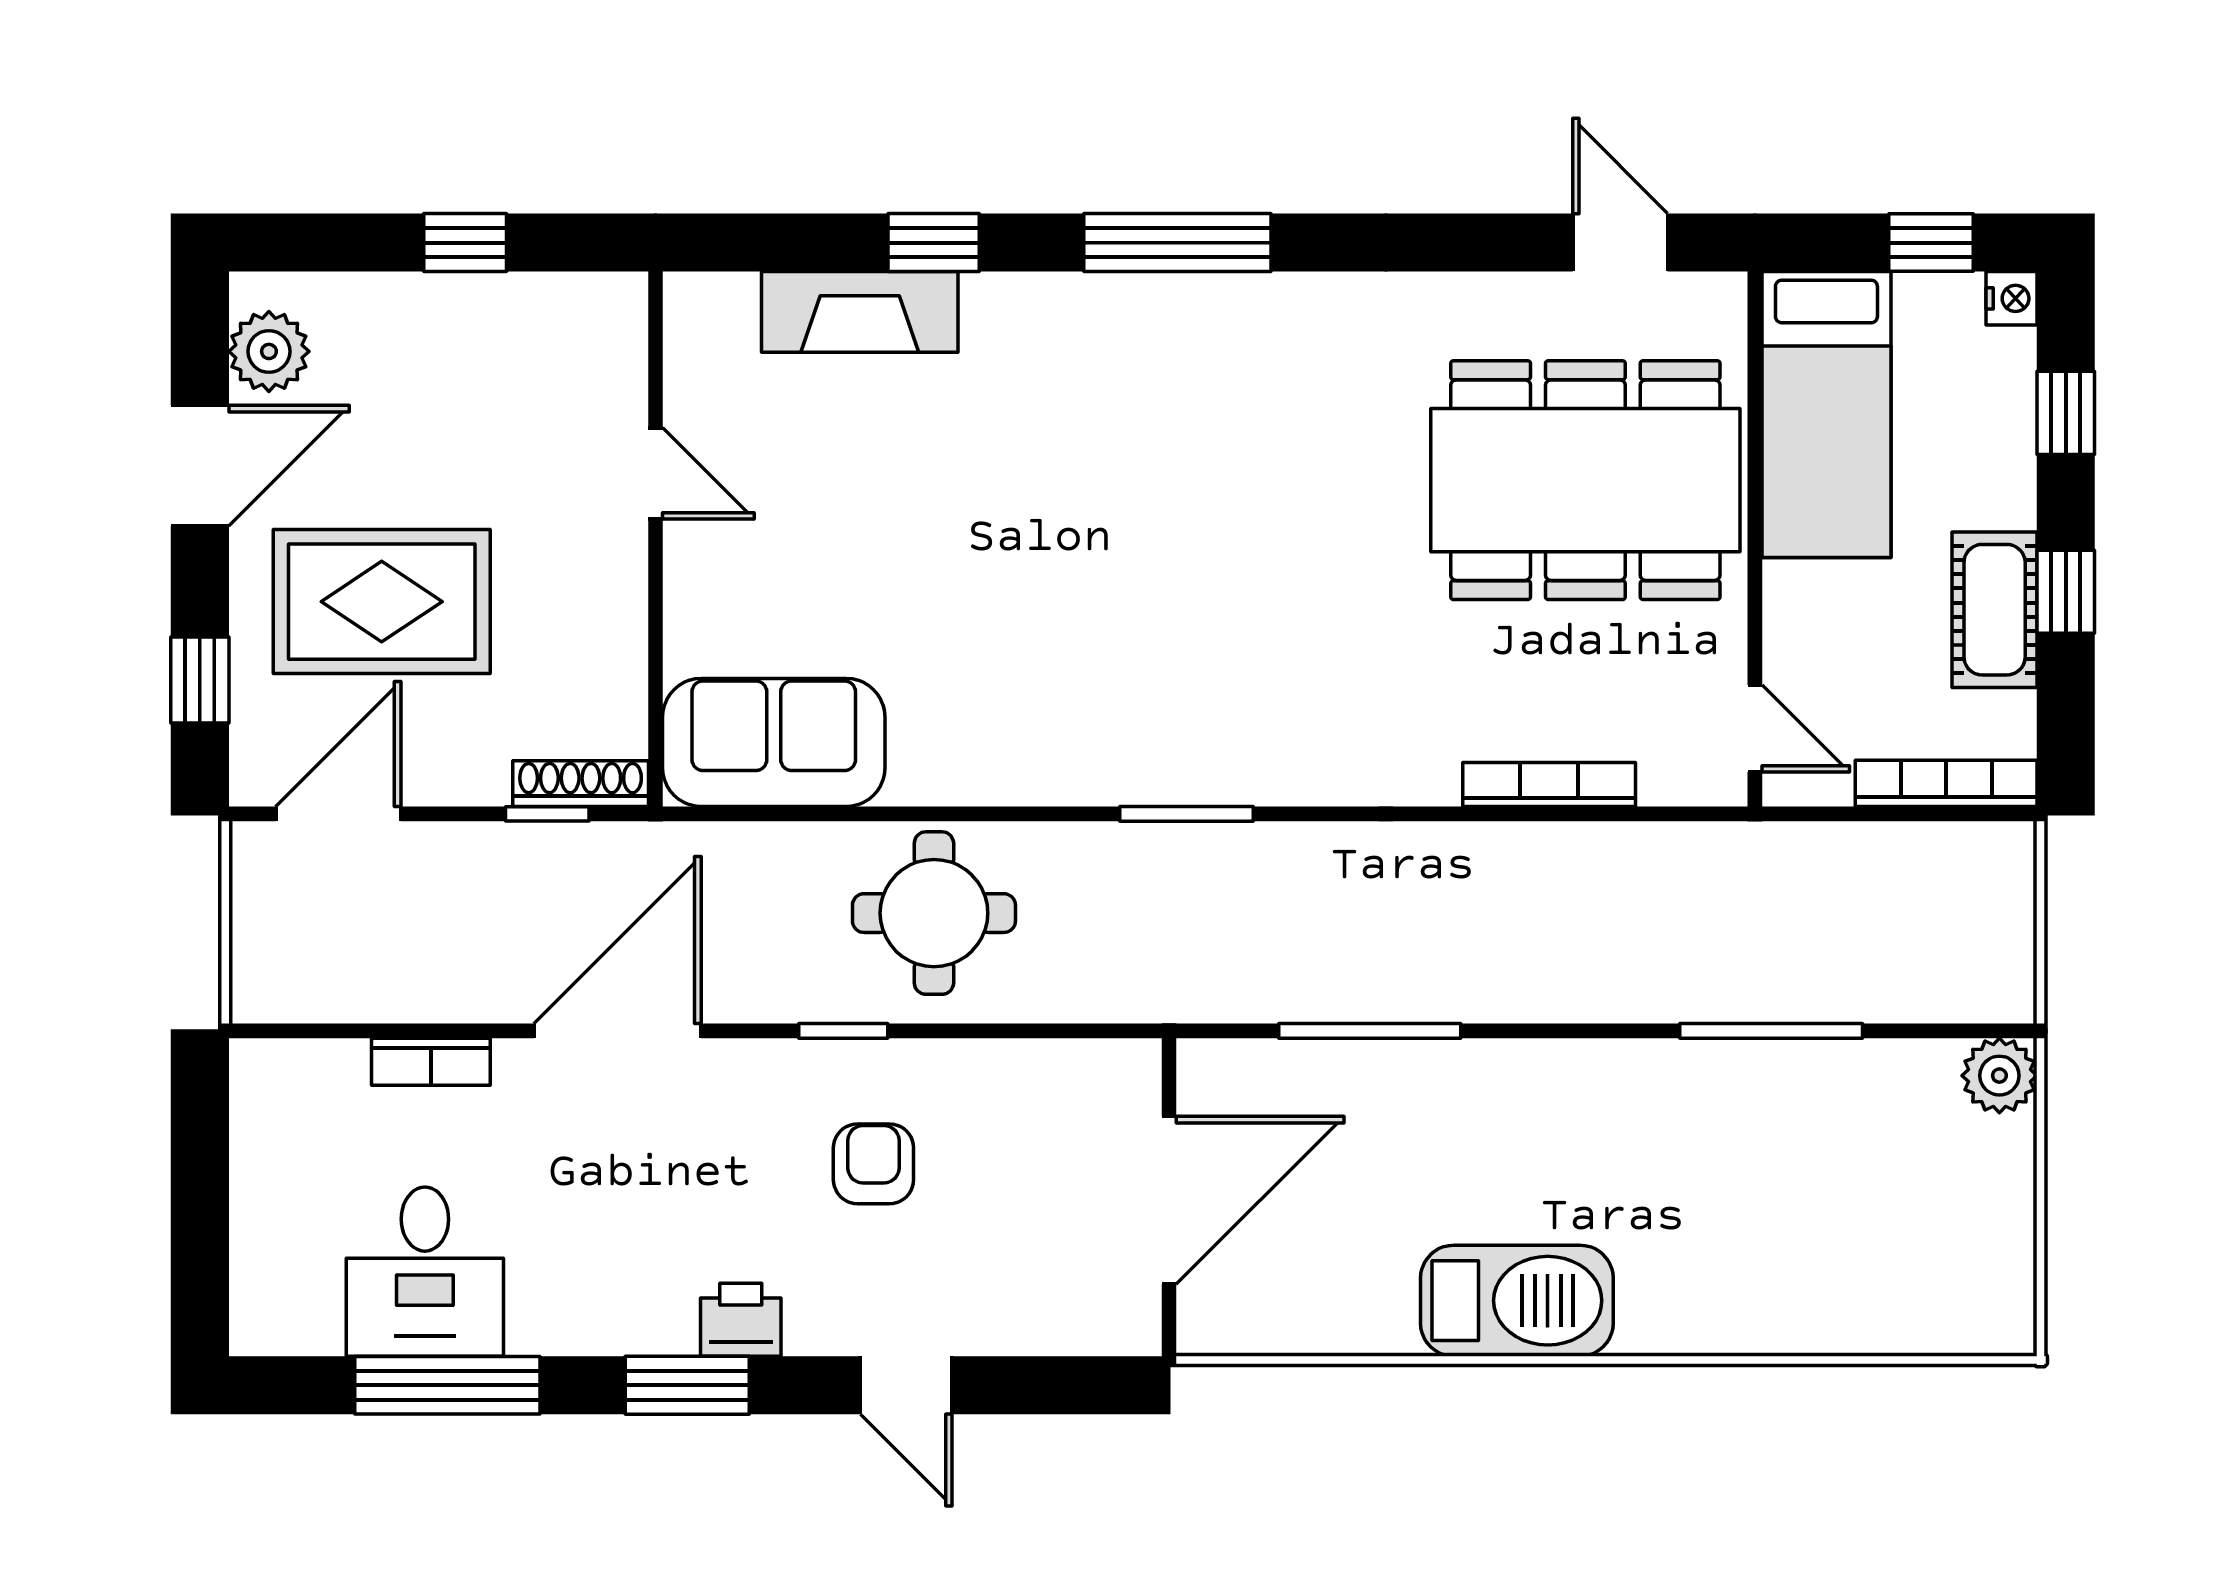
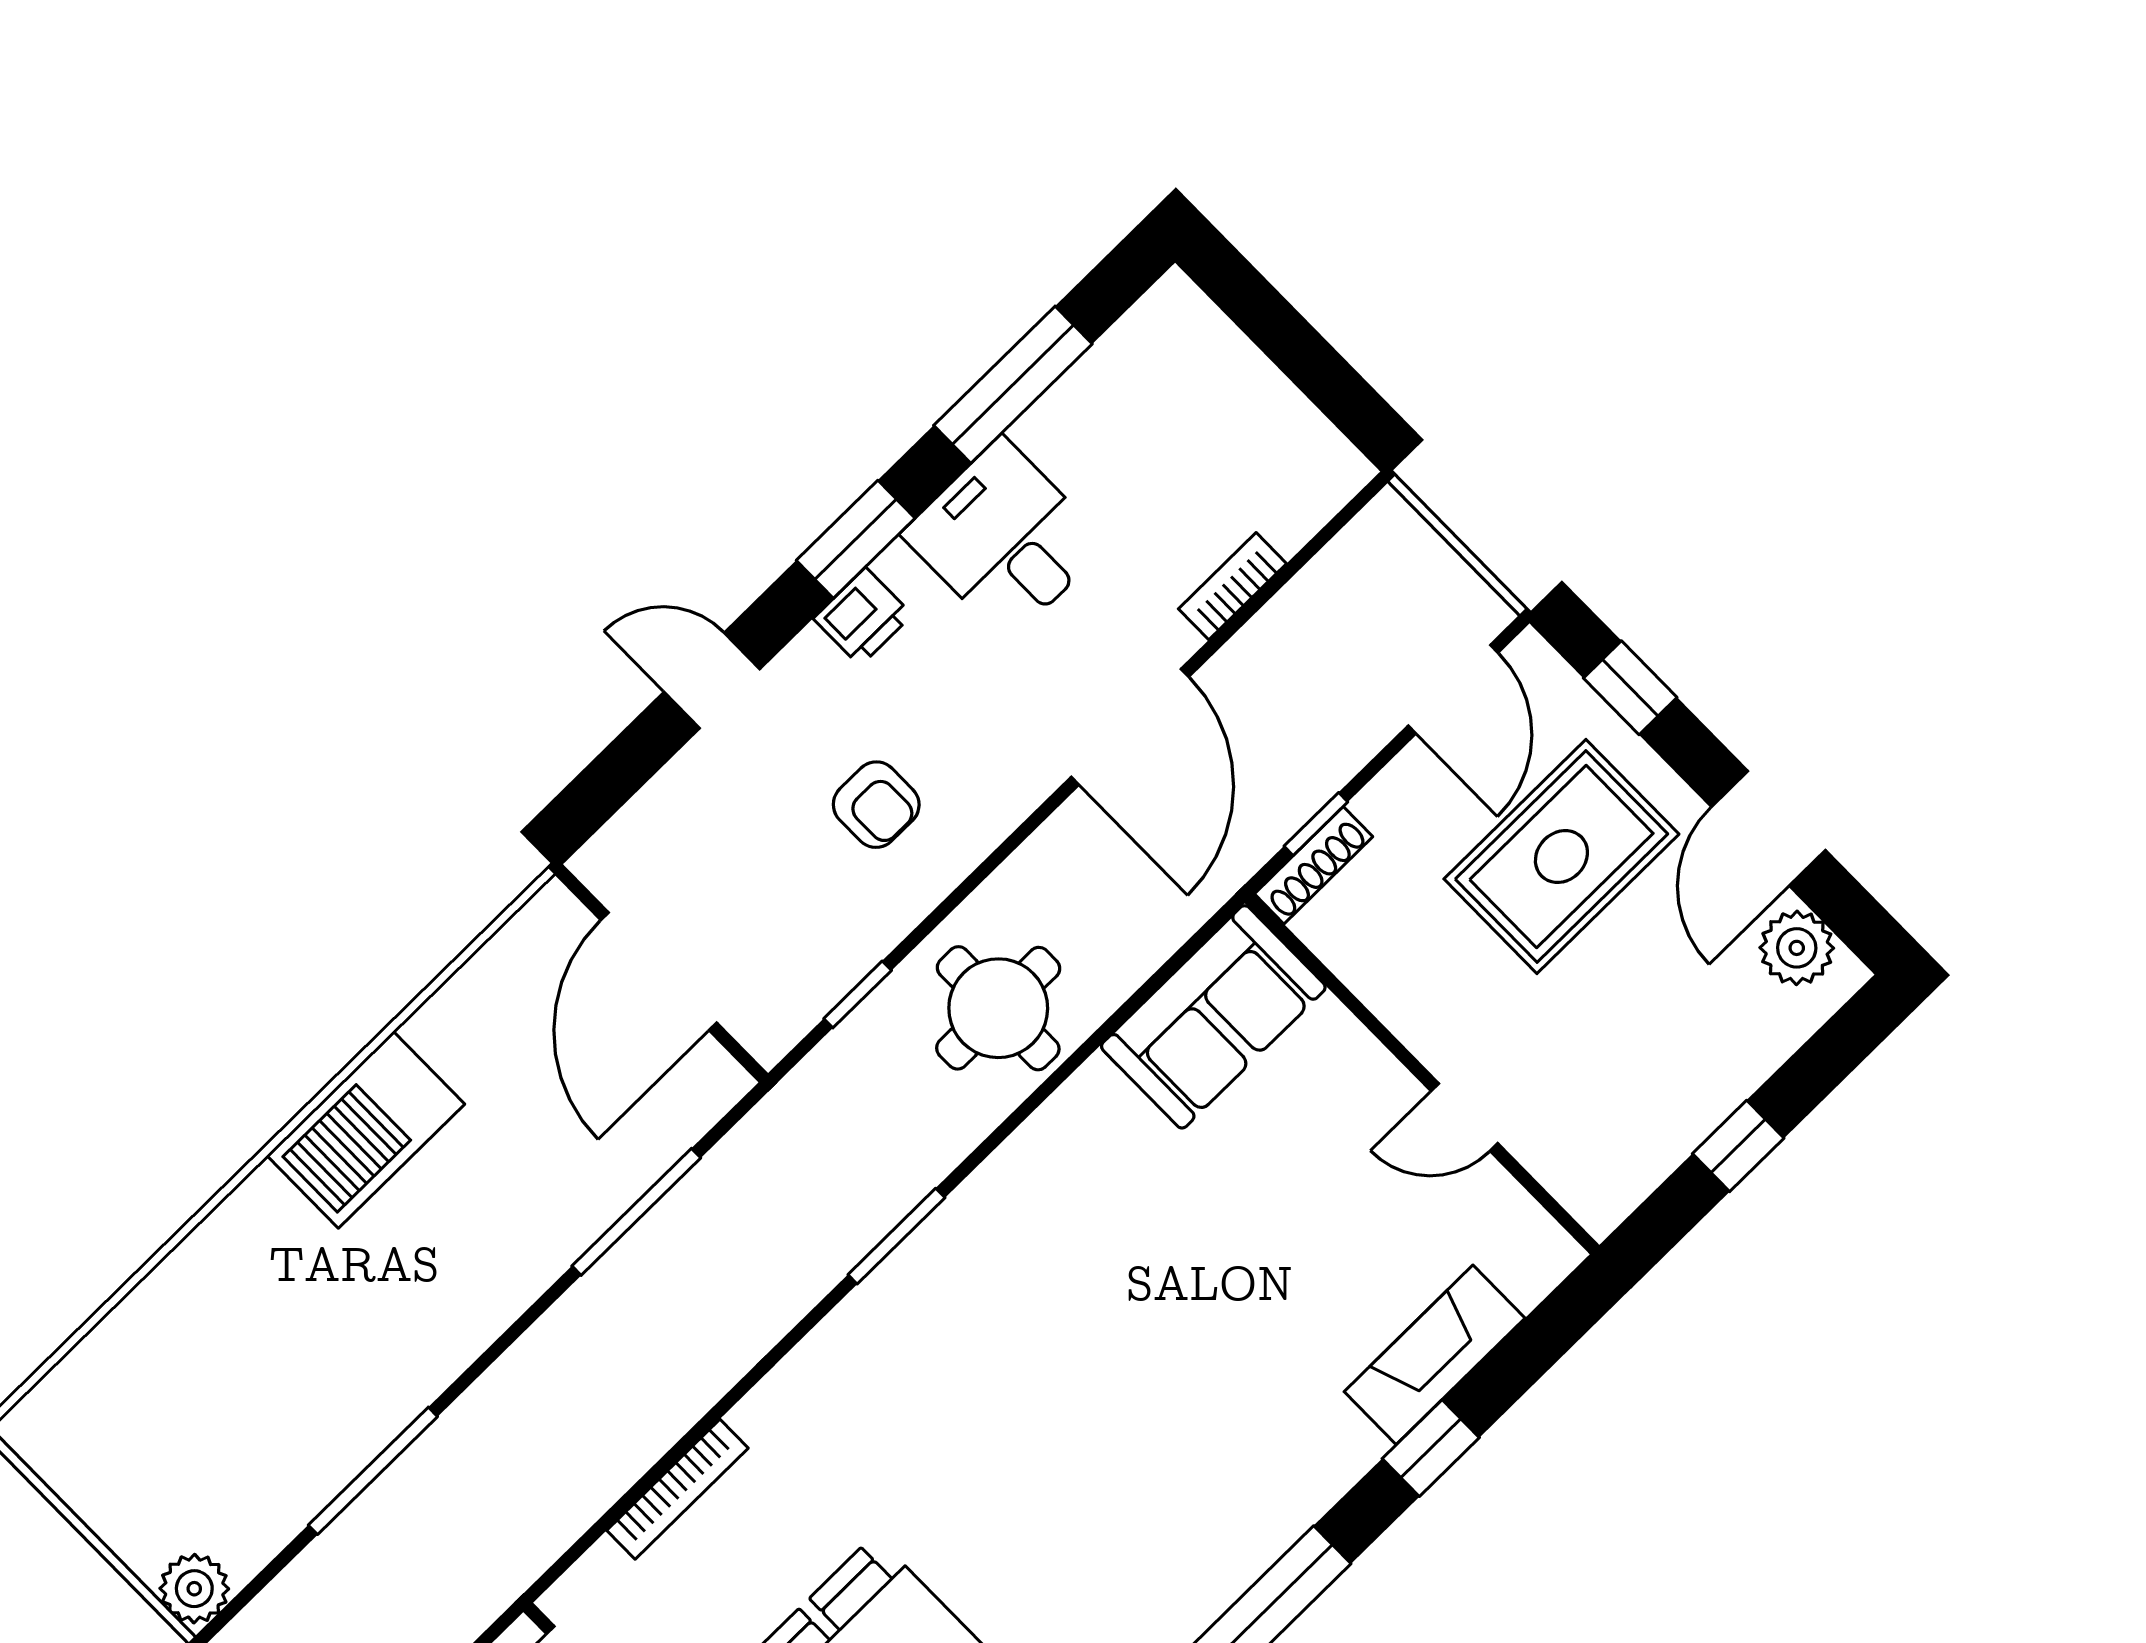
window: (843, 1031) -> (858, 994), moved
desk: (425, 1272) -> (1005, 539), moved

